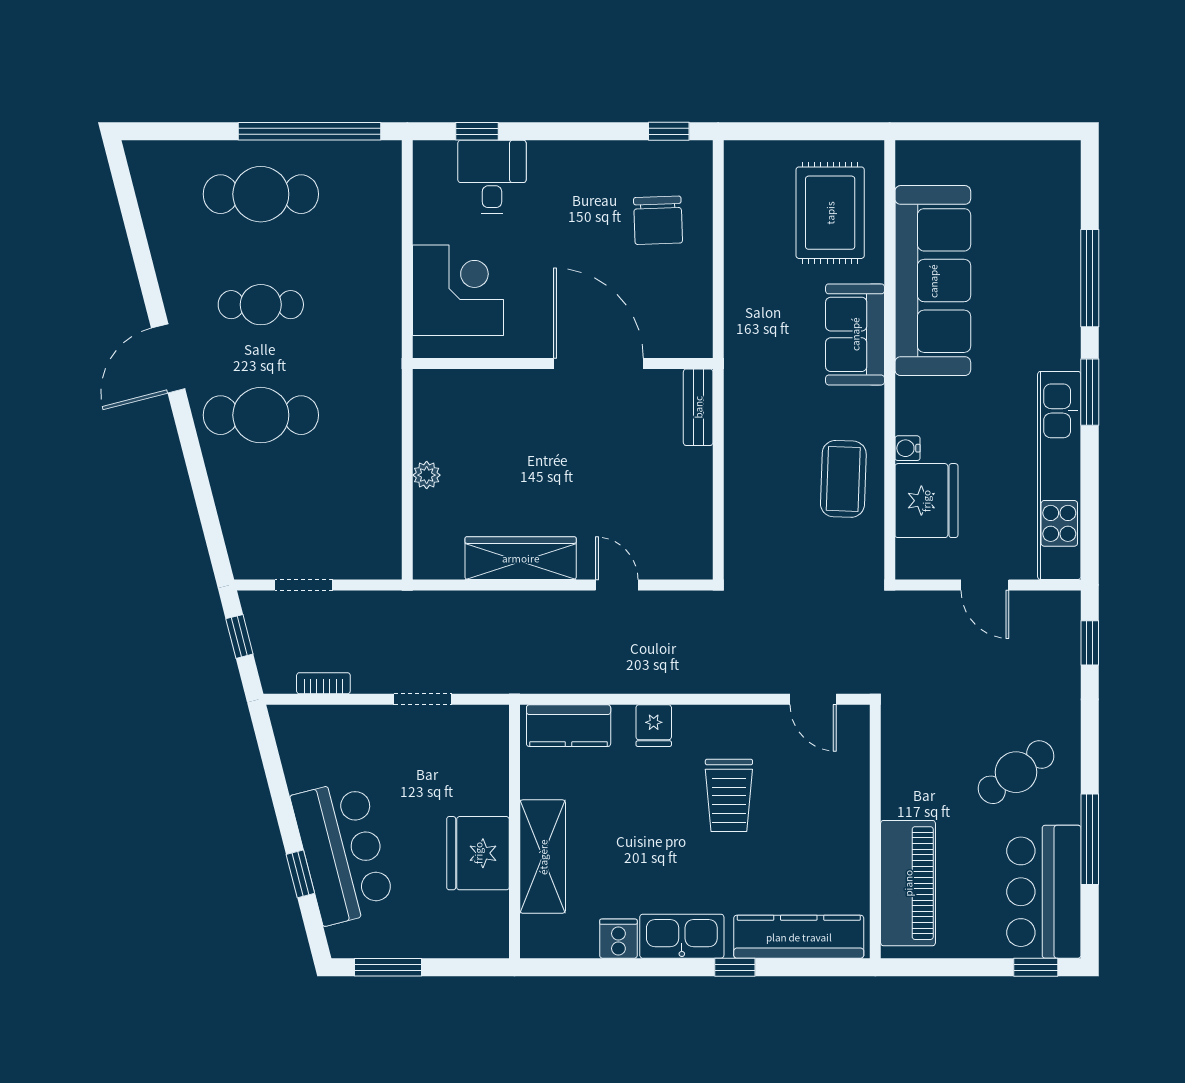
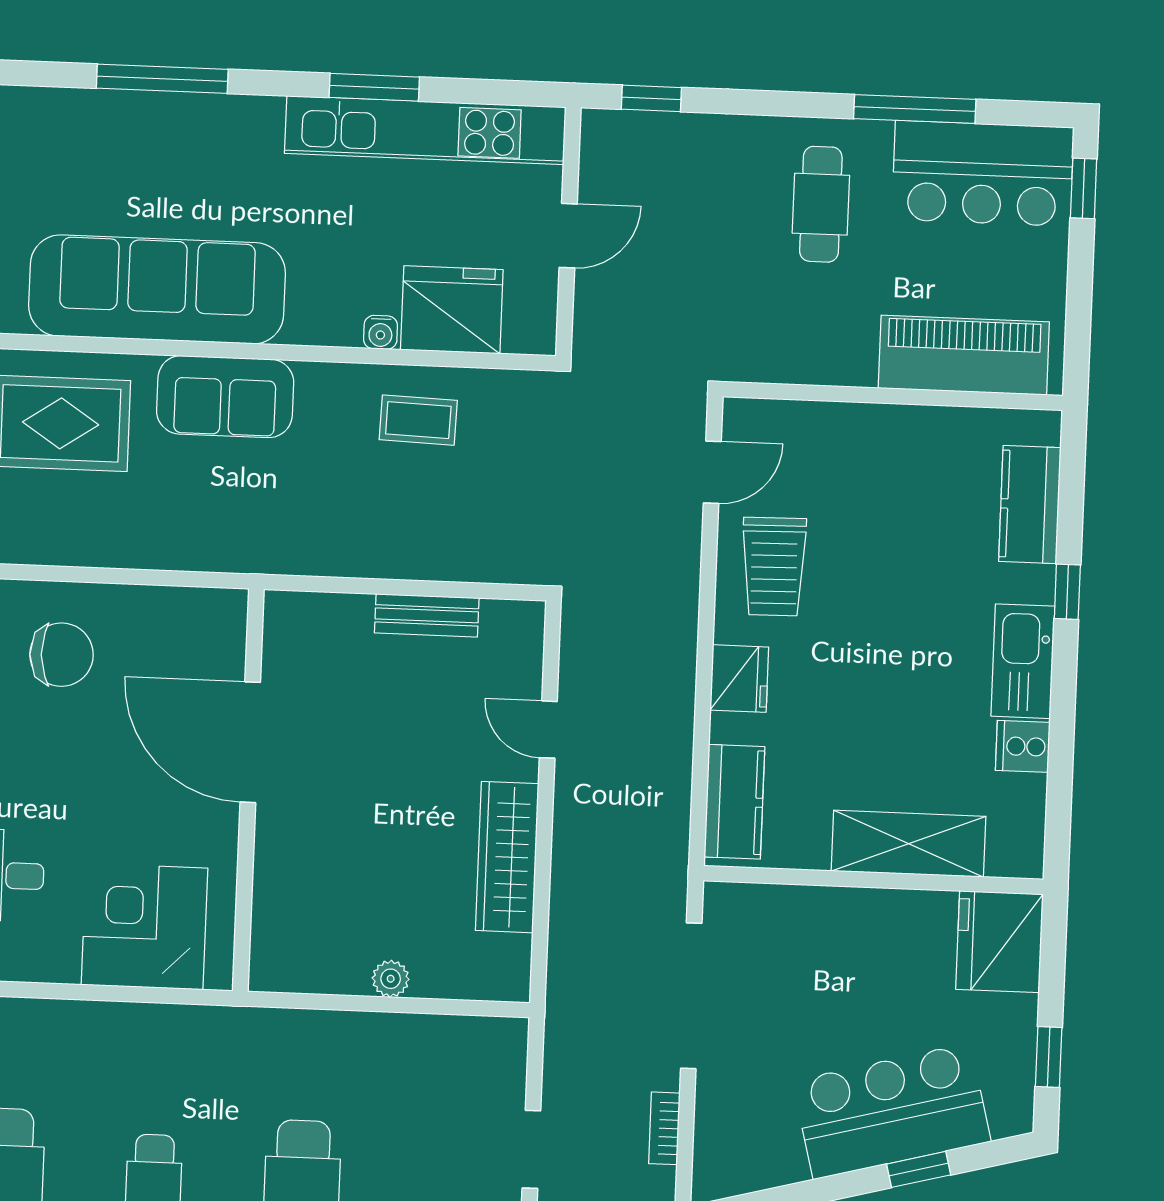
door: (598, 363) -> (250, 742), hinge flipped
window: (1090, 392) -> (374, 87), moved
bench: (698, 407) -> (427, 615), moved
coffee table: (843, 479) -> (418, 420), width x0.73, depth x0.77
door: (617, 585) -> (548, 730), hinge flipped
doorway: (423, 699) -> (691, 996), width x1.87
fridge: (654, 726) -> (739, 679), width x1.38
cafe table: (1016, 772) -> (821, 204), turned 36
trolley: (729, 795) -> (774, 567), moved, turned 89
fridge: (478, 853) -> (999, 942), moved, turned 90
kitchen counter: (799, 937) -> (1030, 504), width x0.67
window: (388, 967) -> (1049, 1057), width x0.67

